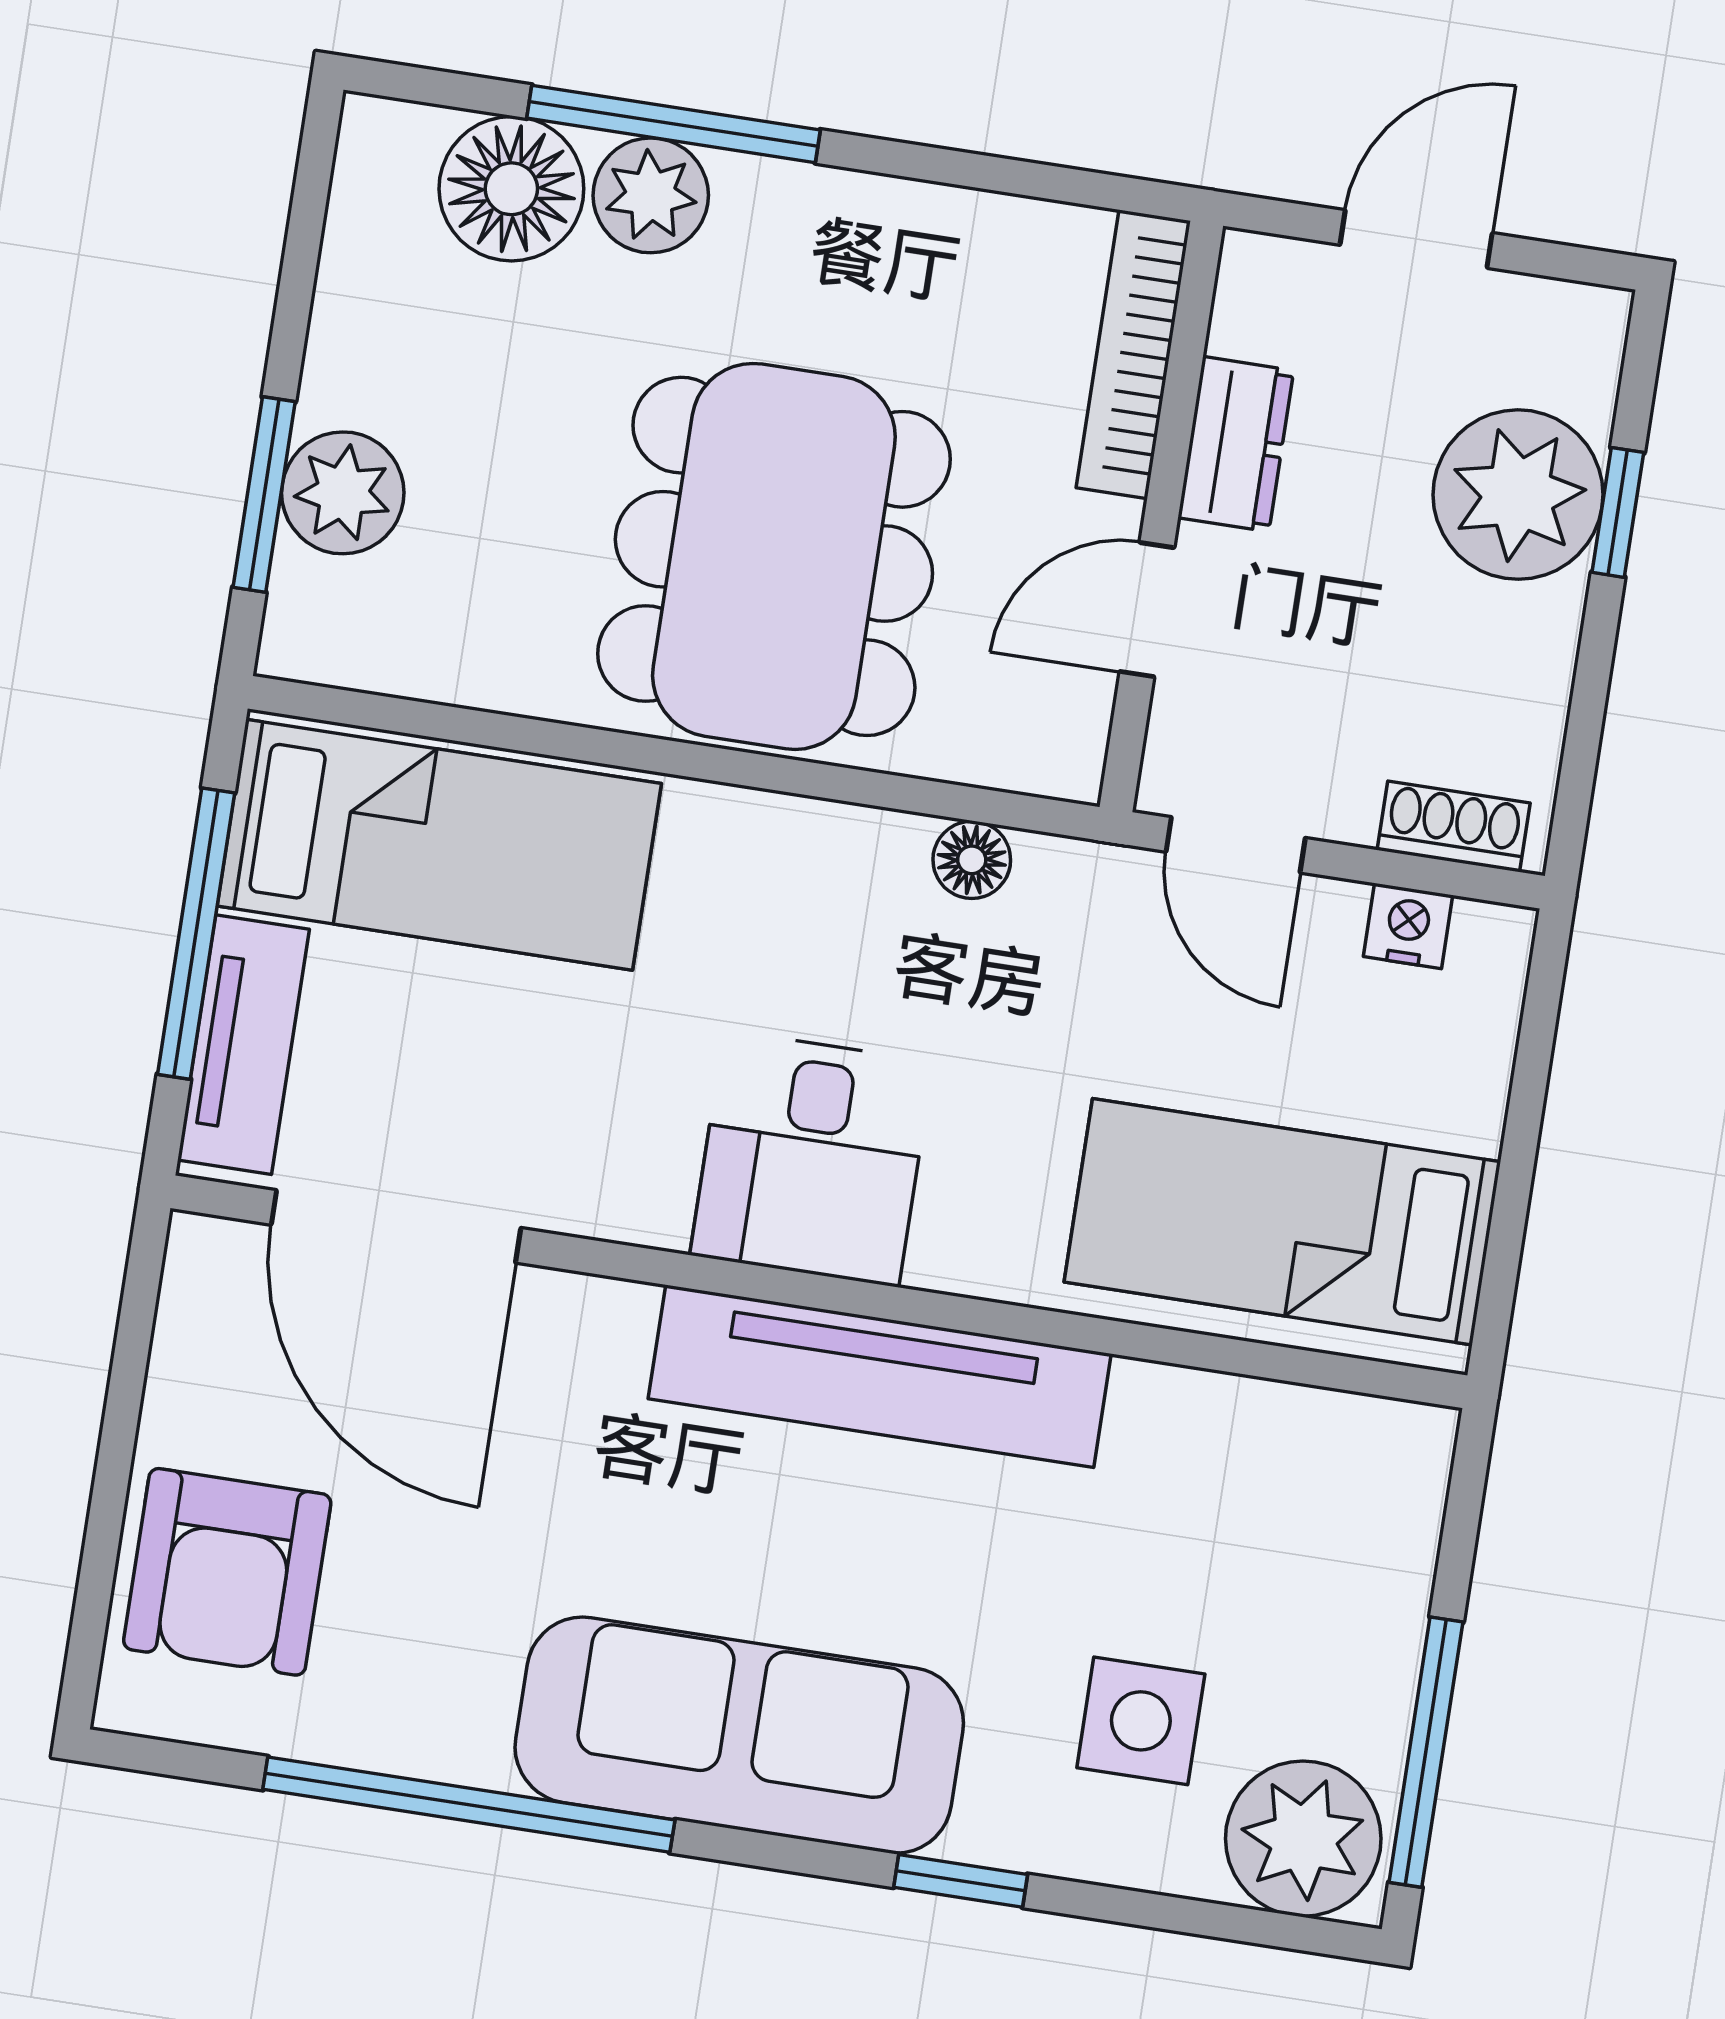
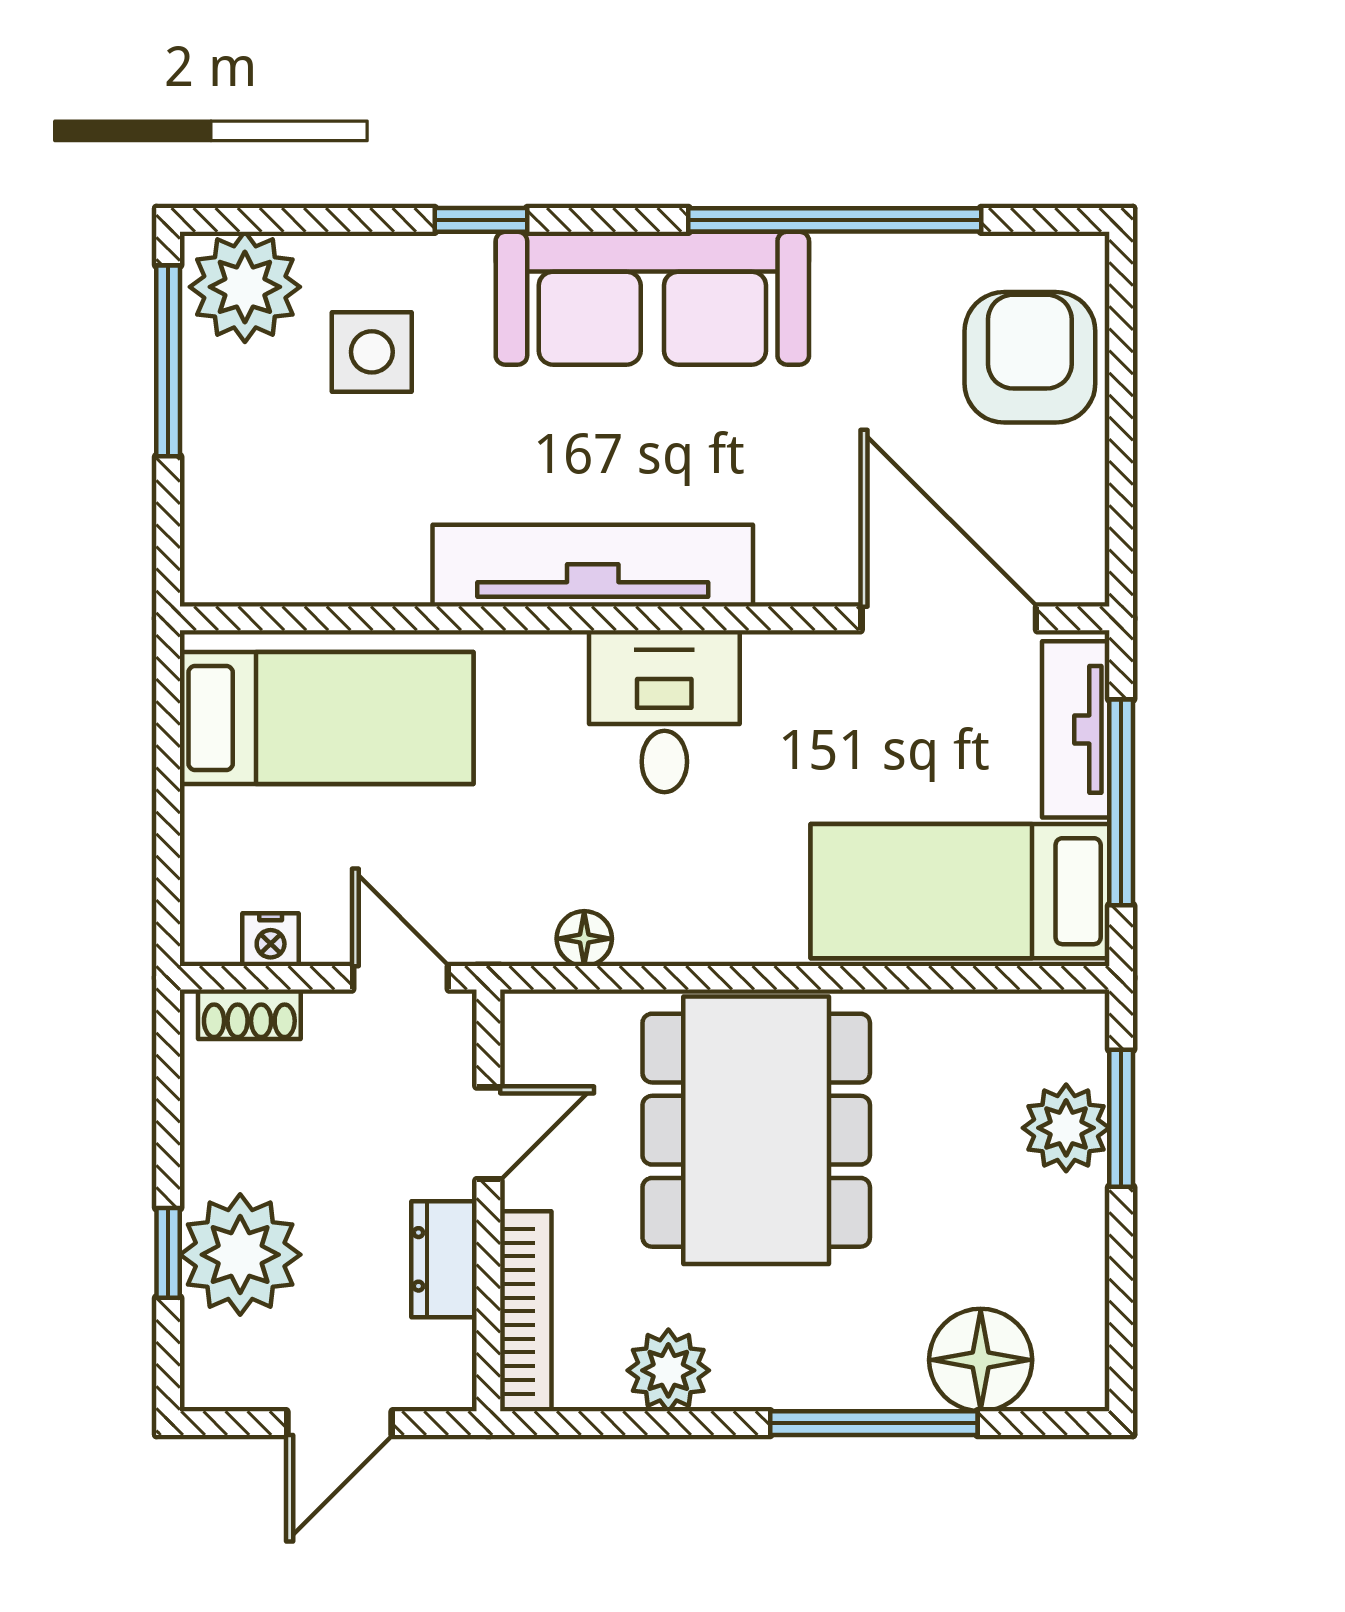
plant: (651, 195) -> (668, 1370), moved

